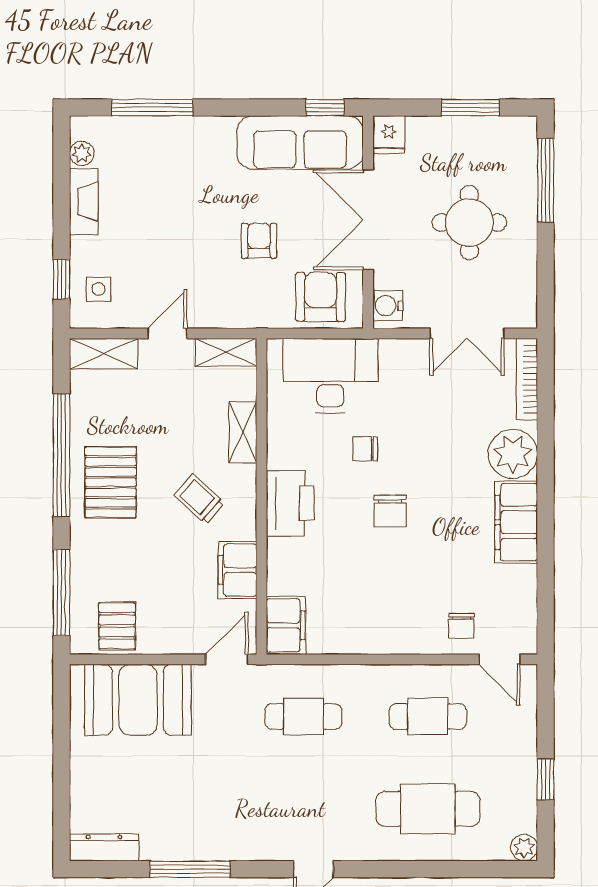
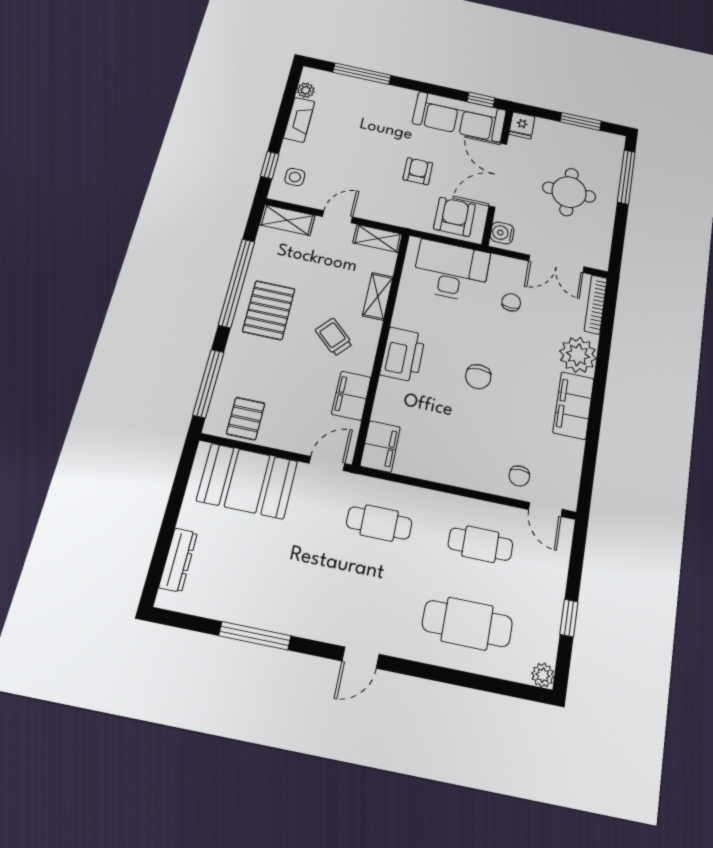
chair: (365, 449) -> (511, 302), moved, turned 90
dresser: (104, 848) -> (178, 560), moved, turned 90

